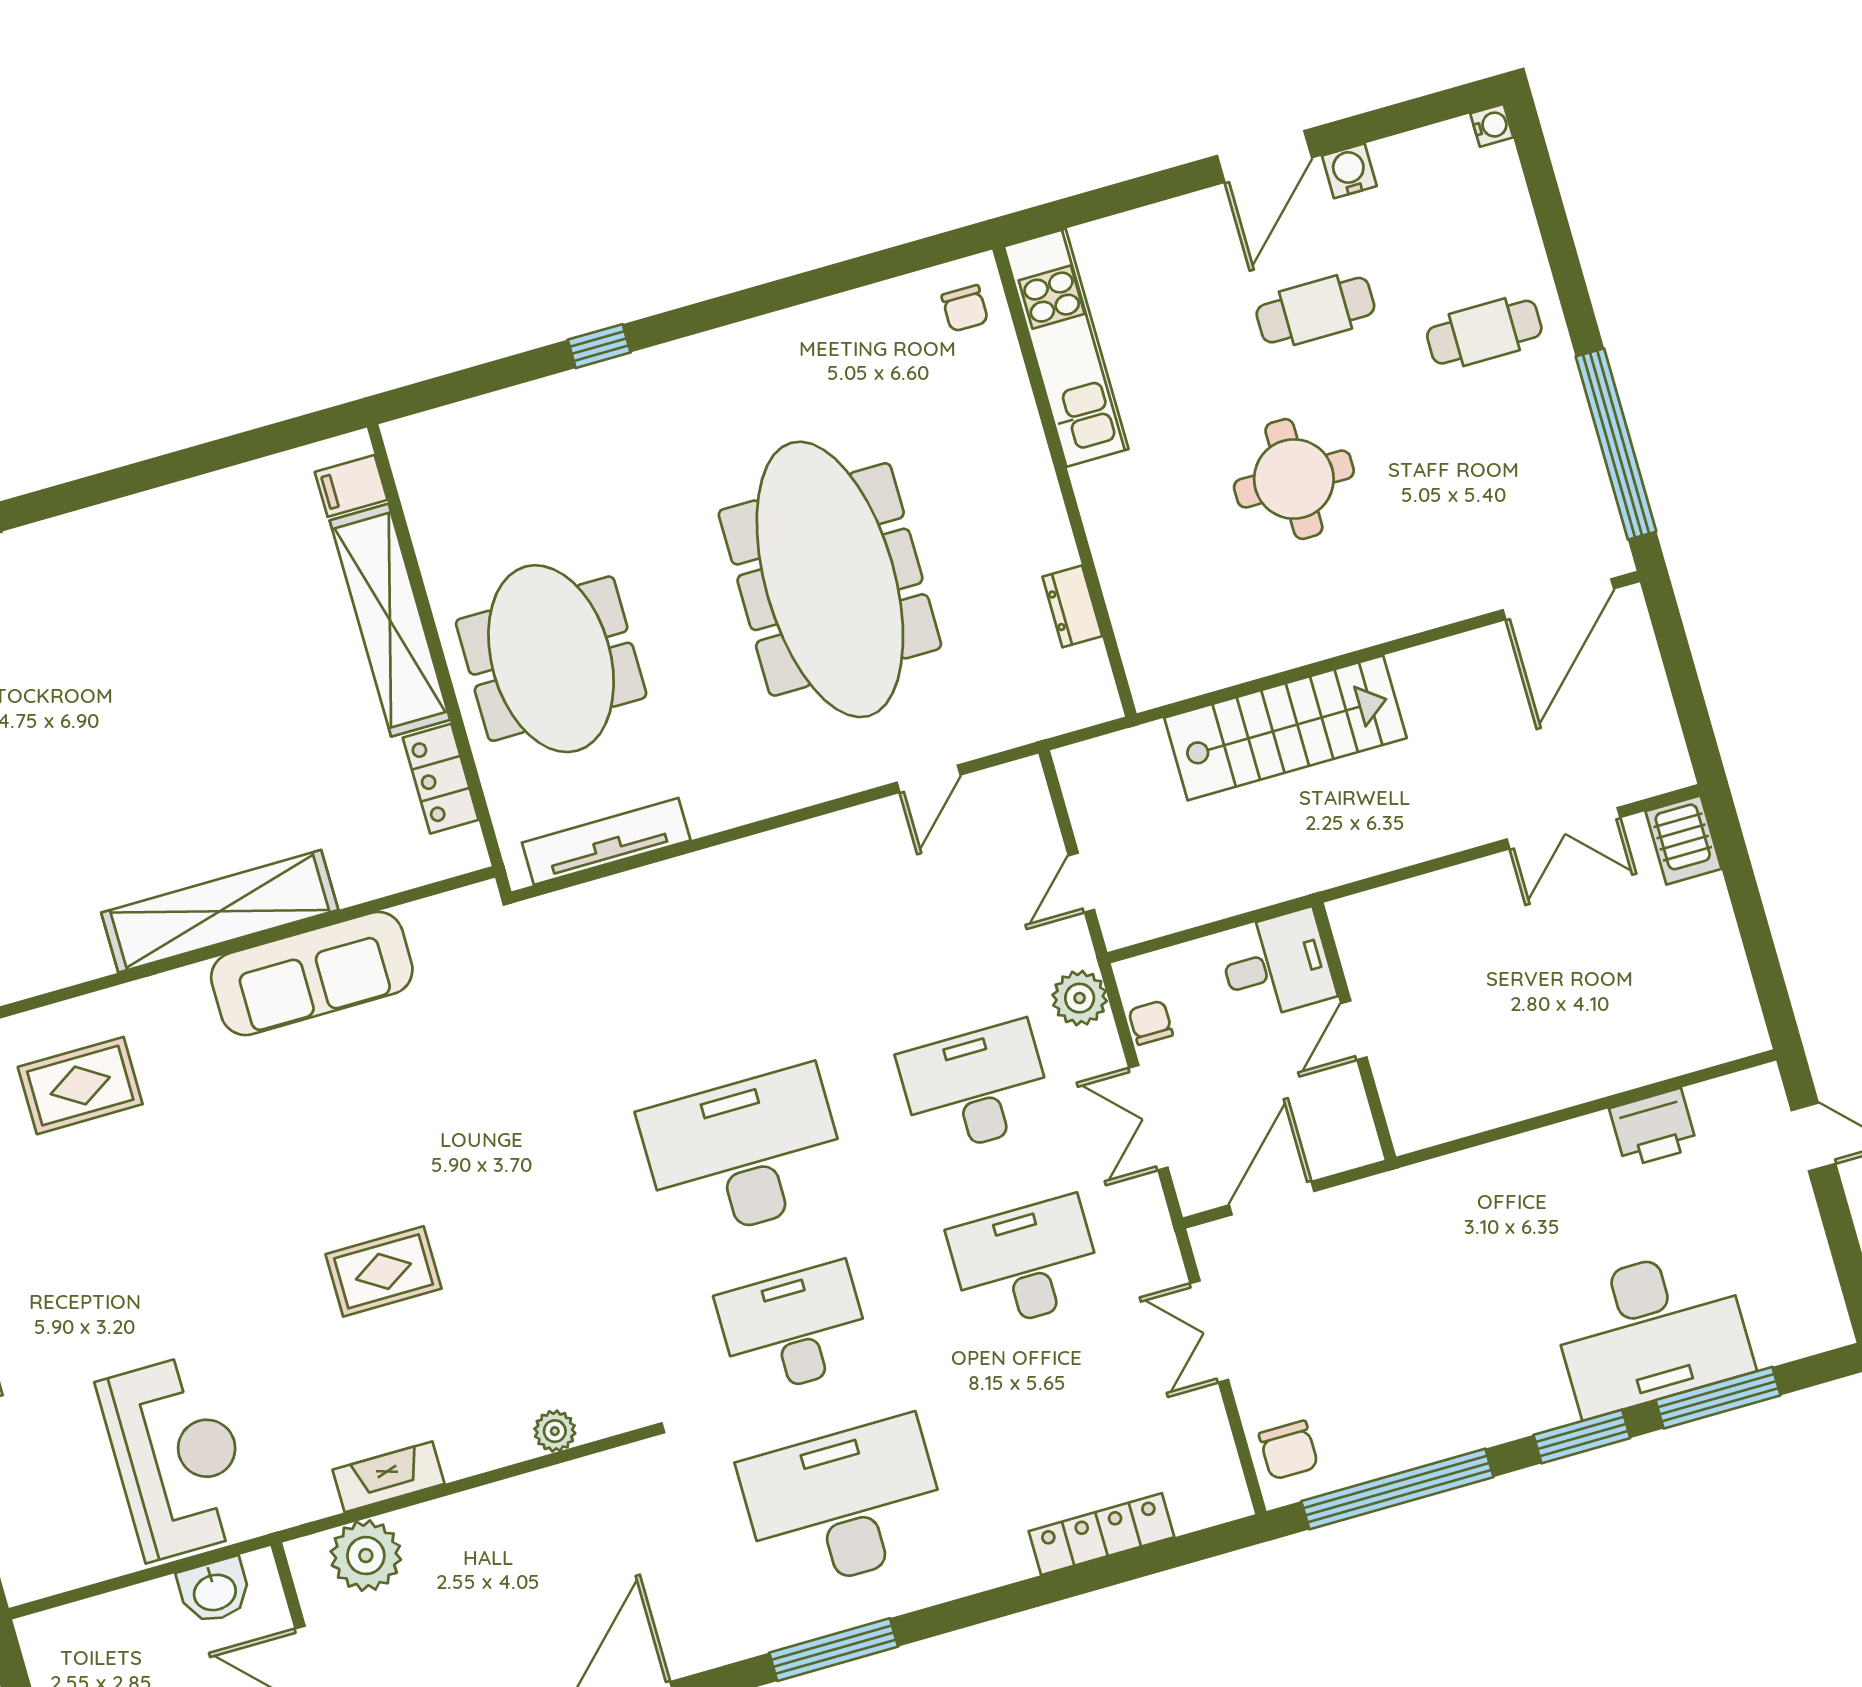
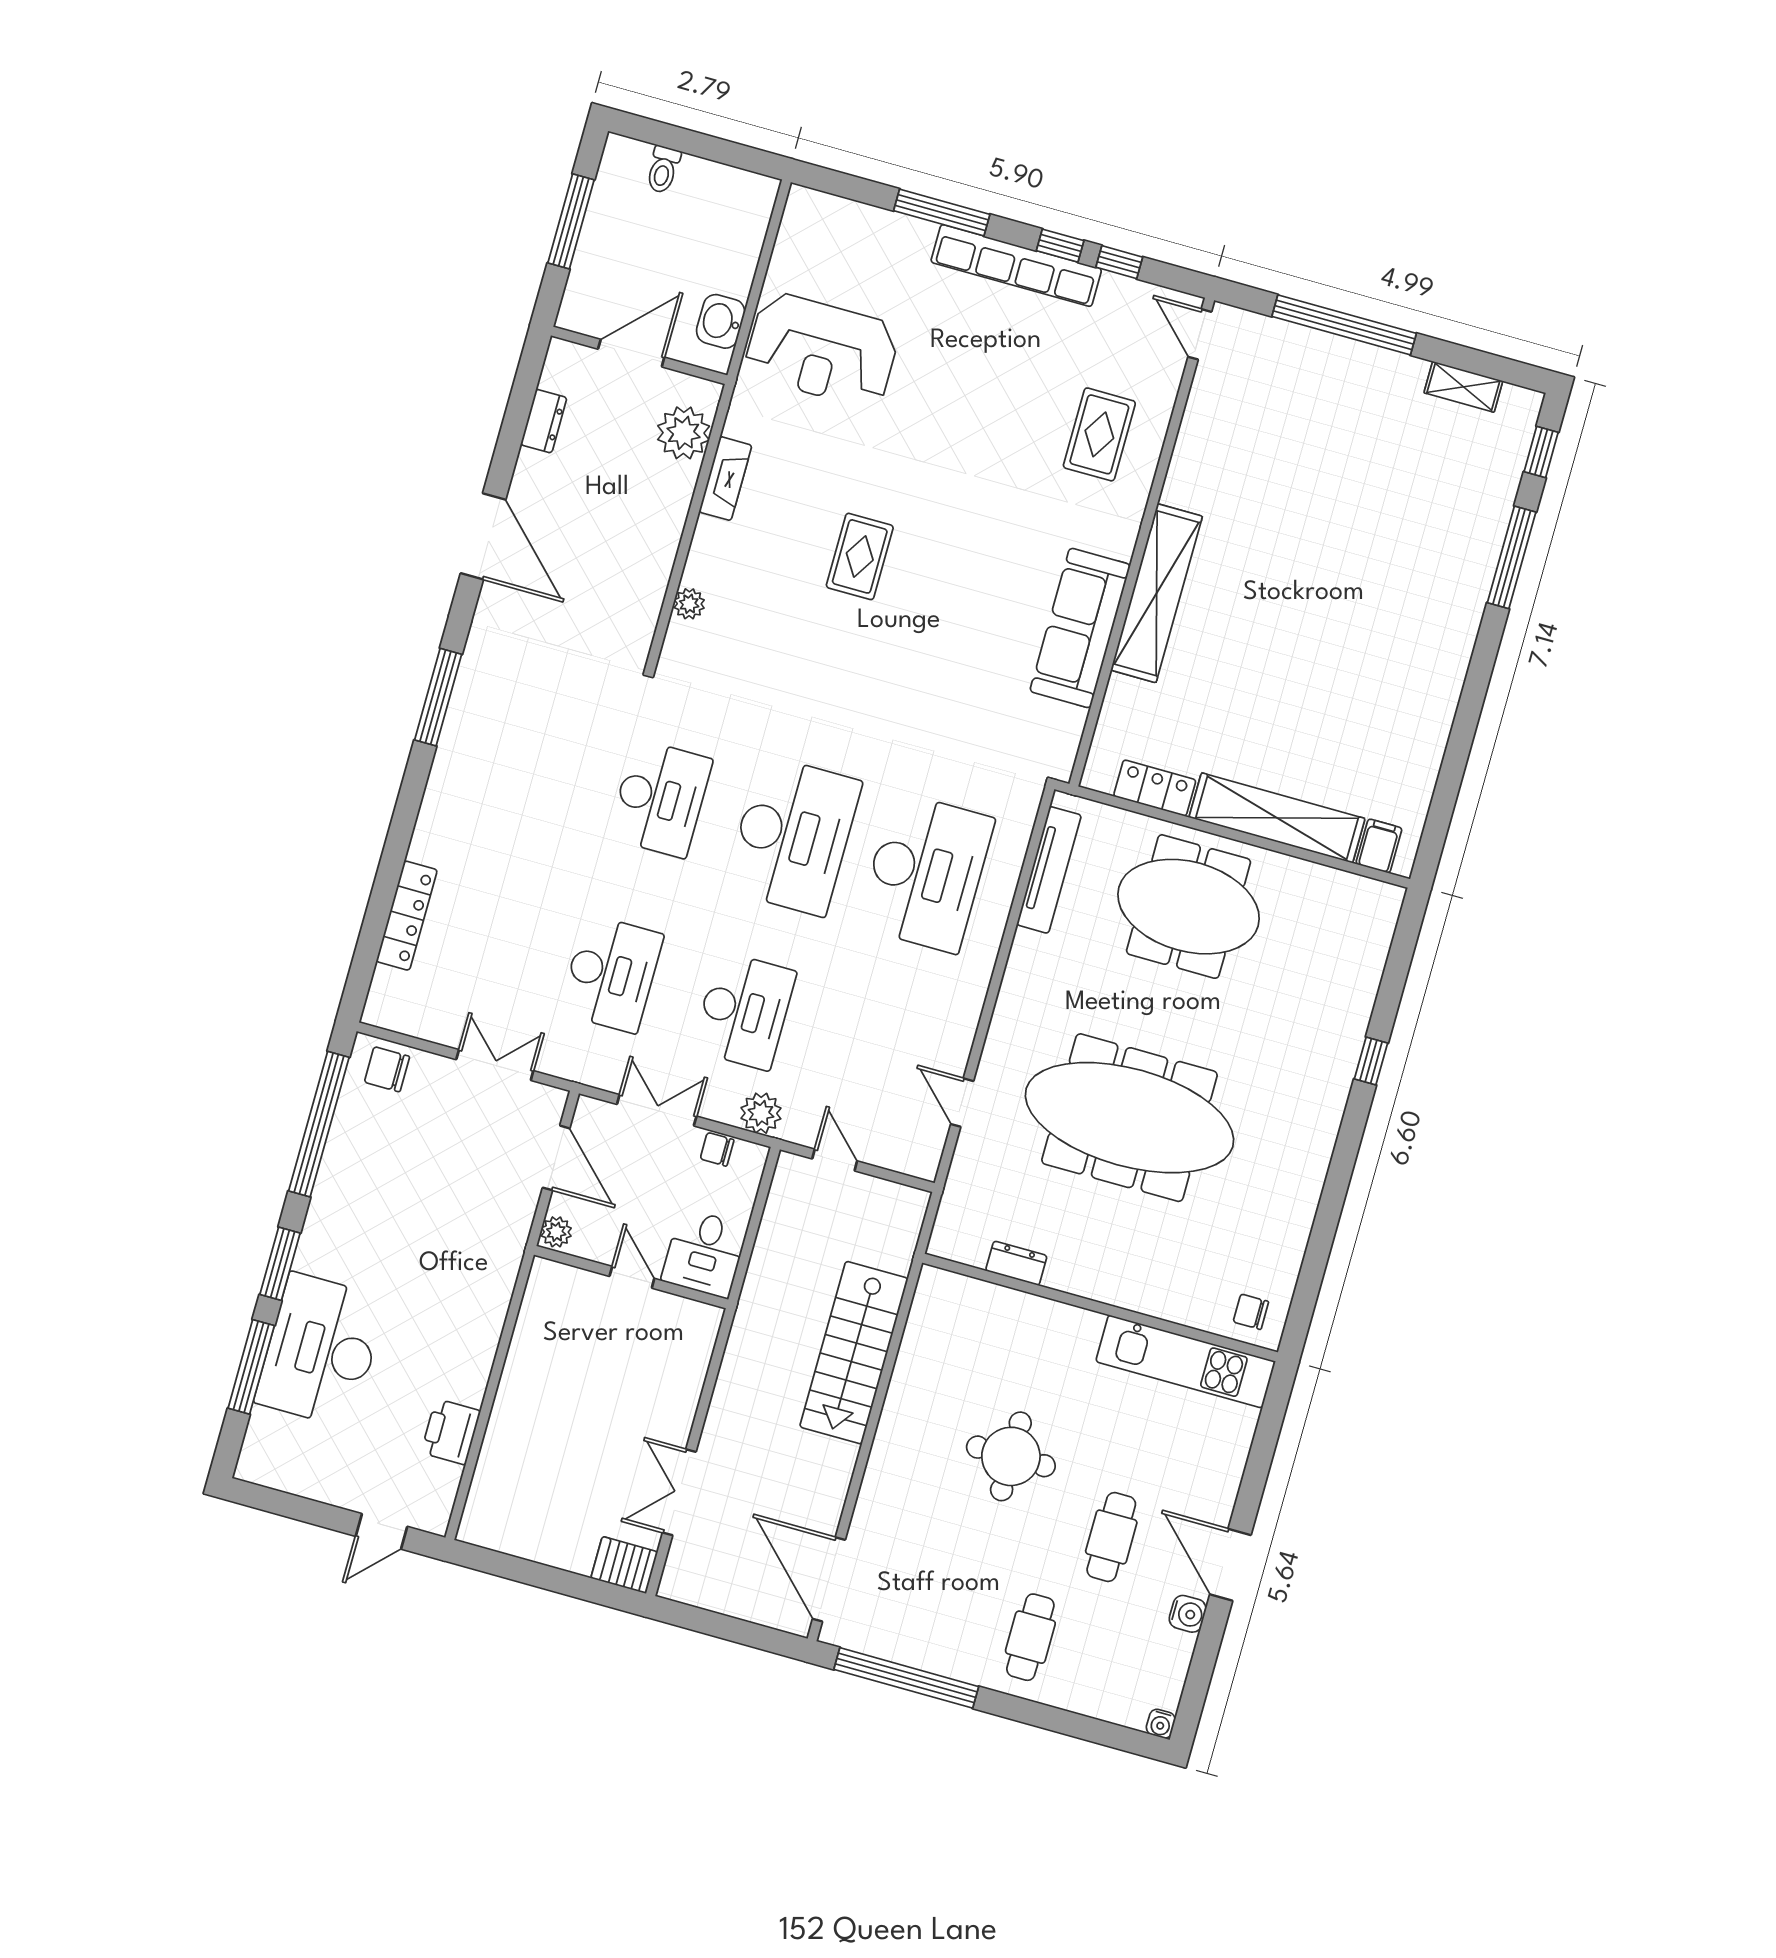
chair: (1151, 1023) -> (717, 1149), turned 180
plant: (1355, 1147) -> (556, 1232), added
desk: (844, 1504) -> (926, 873), moved

